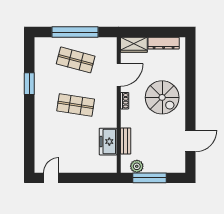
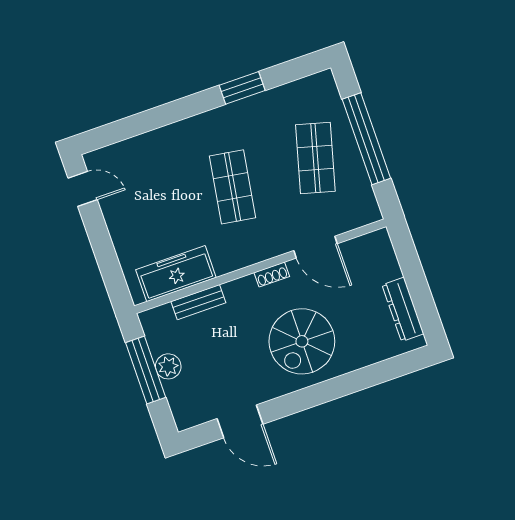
wardrobe: (134, 45) -> (381, 256), removed
freezer: (108, 142) -> (176, 274), width x1.40
plant: (137, 166) -> (168, 366), moved

